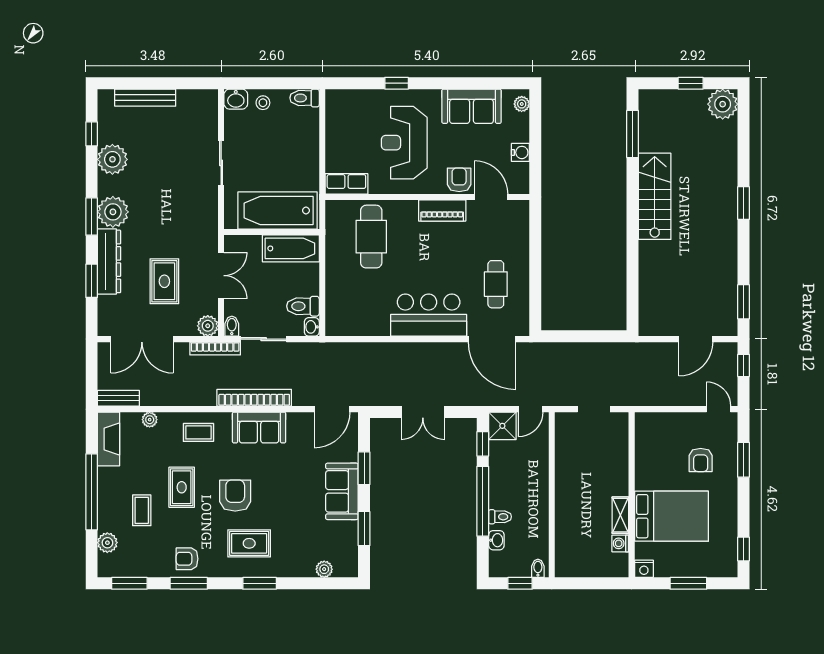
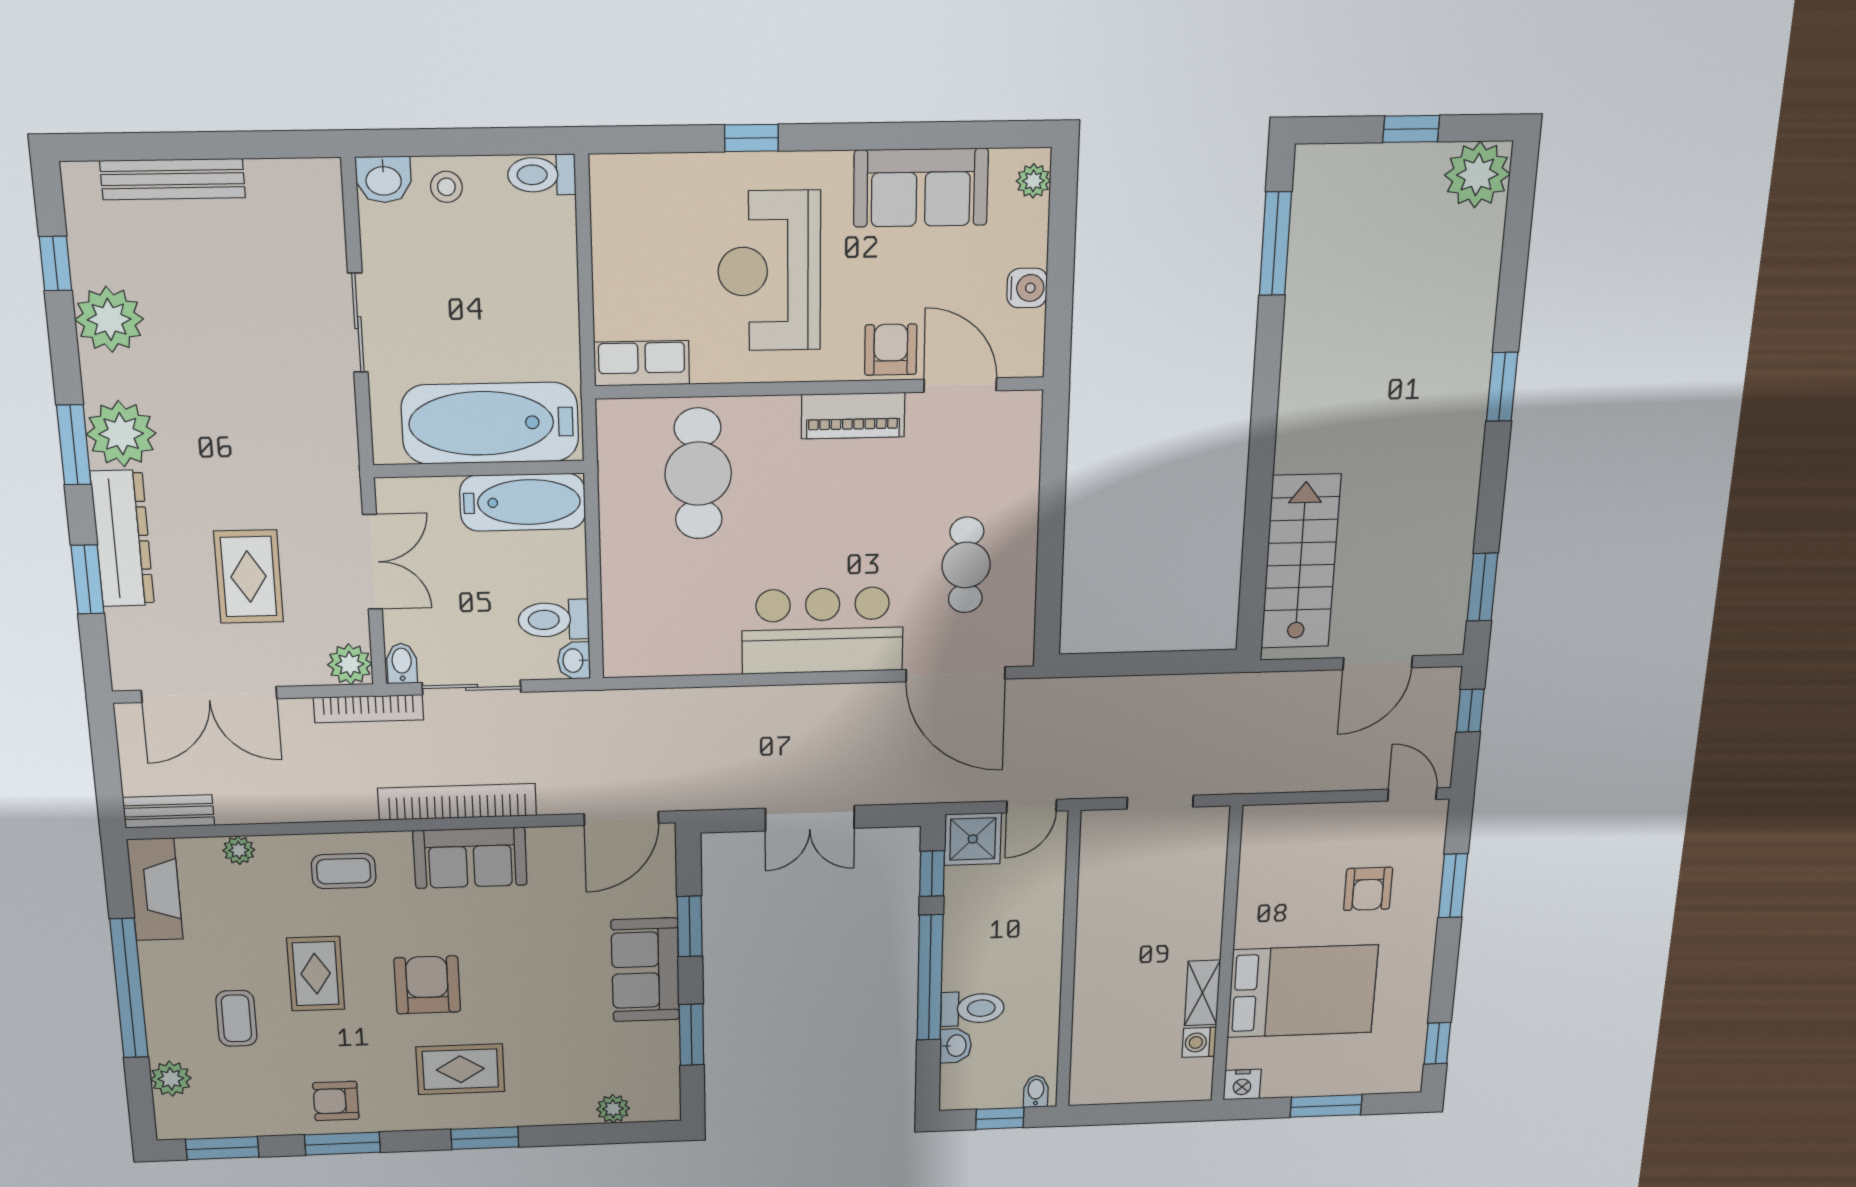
stairs: (655, 196) -> (1301, 562), moved
toilet: (500, 517) -> (972, 1008), width x1.37, depth x1.39

